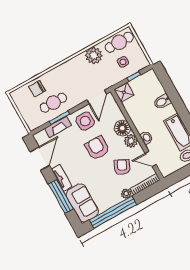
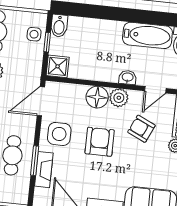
side table: (123, 62) -> (34, 34), moved
door: (97, 97) -> (41, 101), swing flipped
bidet: (162, 102) -> (59, 26), moved
armchair: (97, 148) -> (100, 142), turned 90

